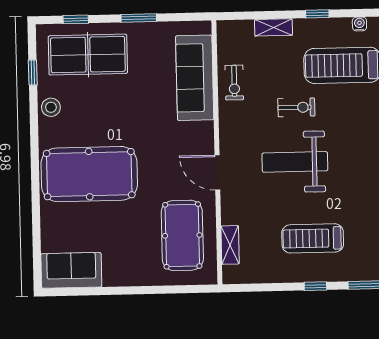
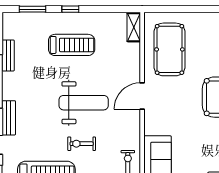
door: (217, 173) -> (142, 96), swing flipped
shelving: (230, 245) -> (134, 27), moved

